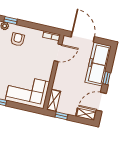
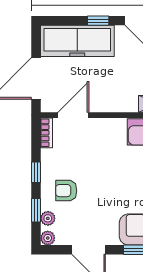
window: (31, 25) -> (36, 172), added
door: (58, 53) -> (73, 115), hinge flipped

